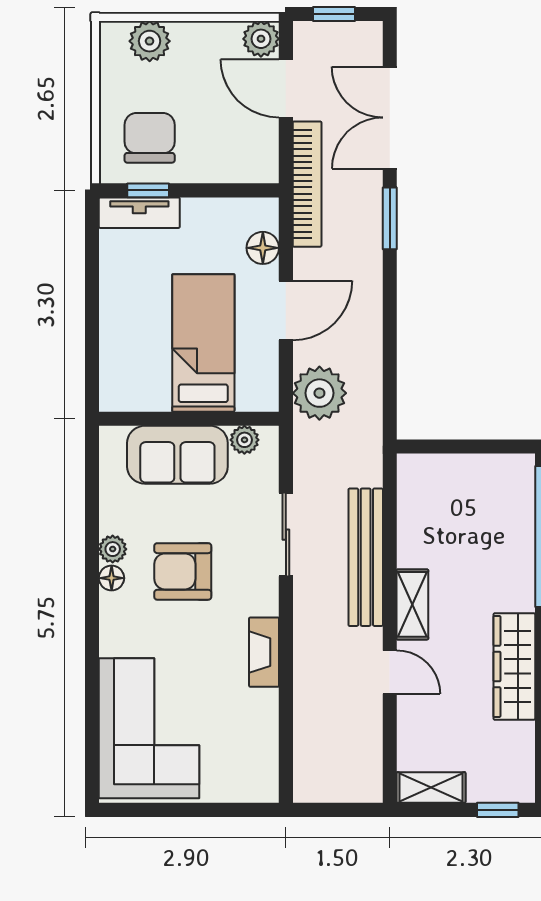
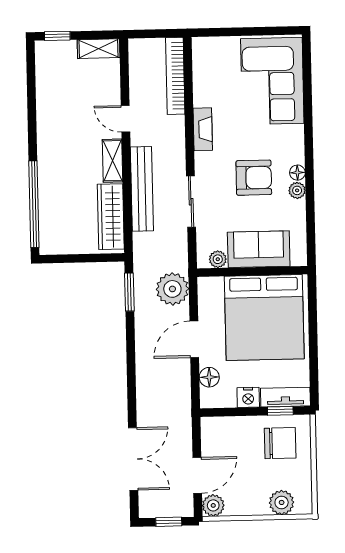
door: (286, 88) -> (197, 475), hinge flipped
chair: (150, 138) -> (280, 443), turned -90
bookcase: (307, 184) -> (175, 76), moved
nightstand: (200, 214) -> (248, 397), added
window: (390, 218) -> (129, 292), moved
bed: (203, 343) -> (264, 318), width x2.04
wardrobe: (514, 666) -> (111, 217), moved, turned 180

